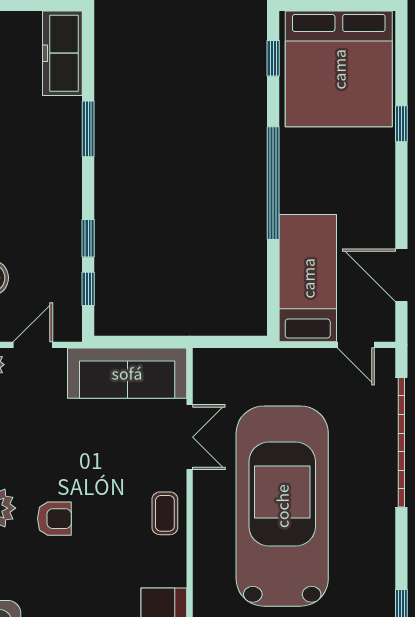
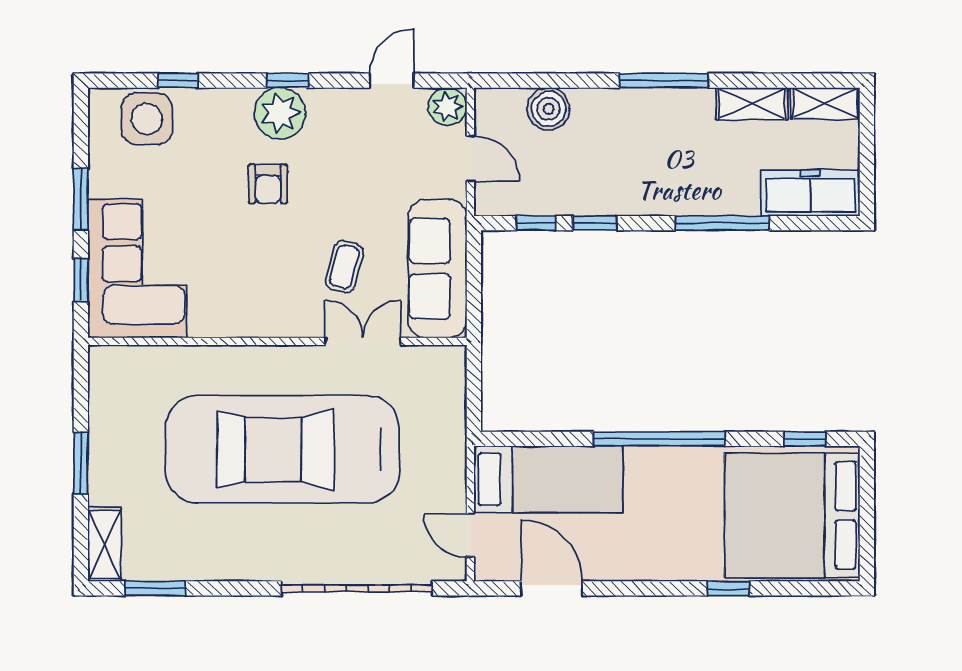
window: (88, 129) -> (722, 223), width x1.44
door: (401, 275) -> (552, 588), hinge flipped
door: (356, 345) -> (470, 535), hinge flipped
double door: (190, 437) -> (363, 341), swing flipped
car: (282, 506) -> (282, 449), turned 180
coffee table: (165, 513) -> (344, 267), moved, turned -75

